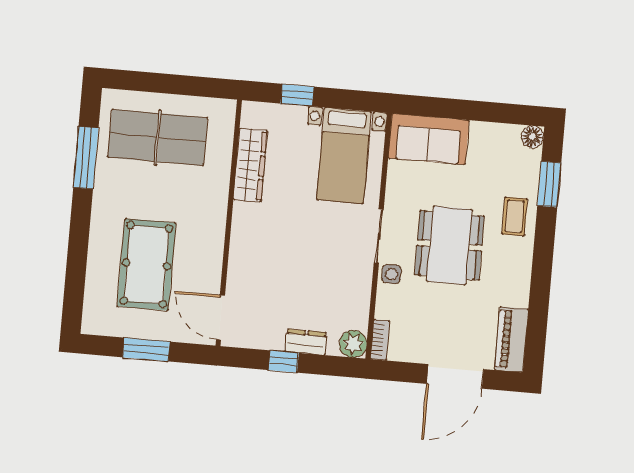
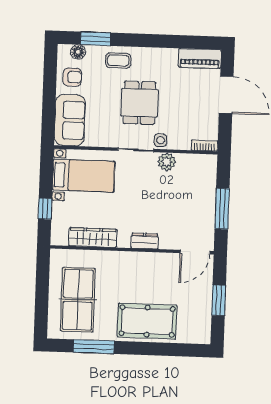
floor lamp: (532, 137) -> (78, 52), moved
armchair: (493, 146) -> (72, 77), added
dining table: (449, 245) -> (140, 103), width x0.73
pool table: (147, 265) -> (147, 321), moved
dresser: (306, 342) -> (145, 241), moved, turned 90
plant: (353, 344) -> (167, 162), moved
window: (284, 361) -> (222, 209), width x2.17

